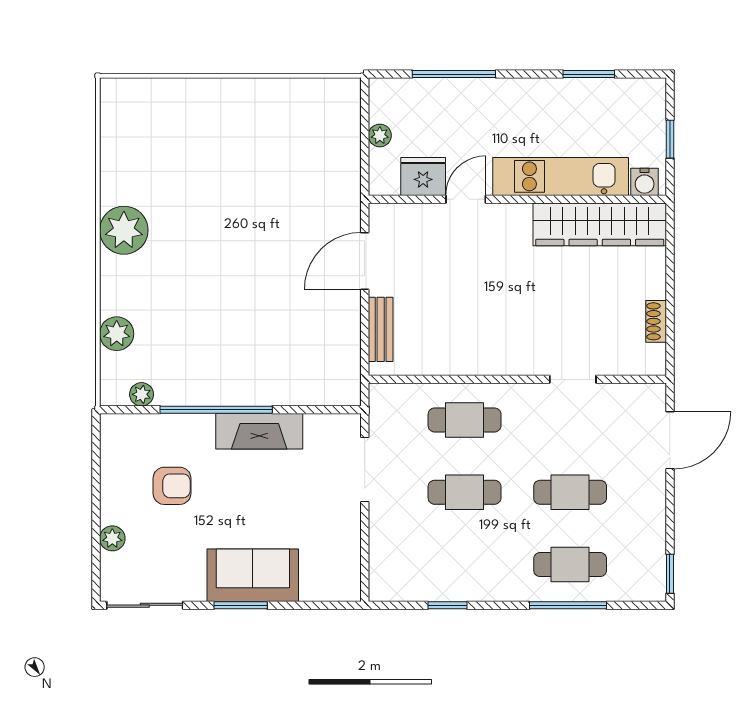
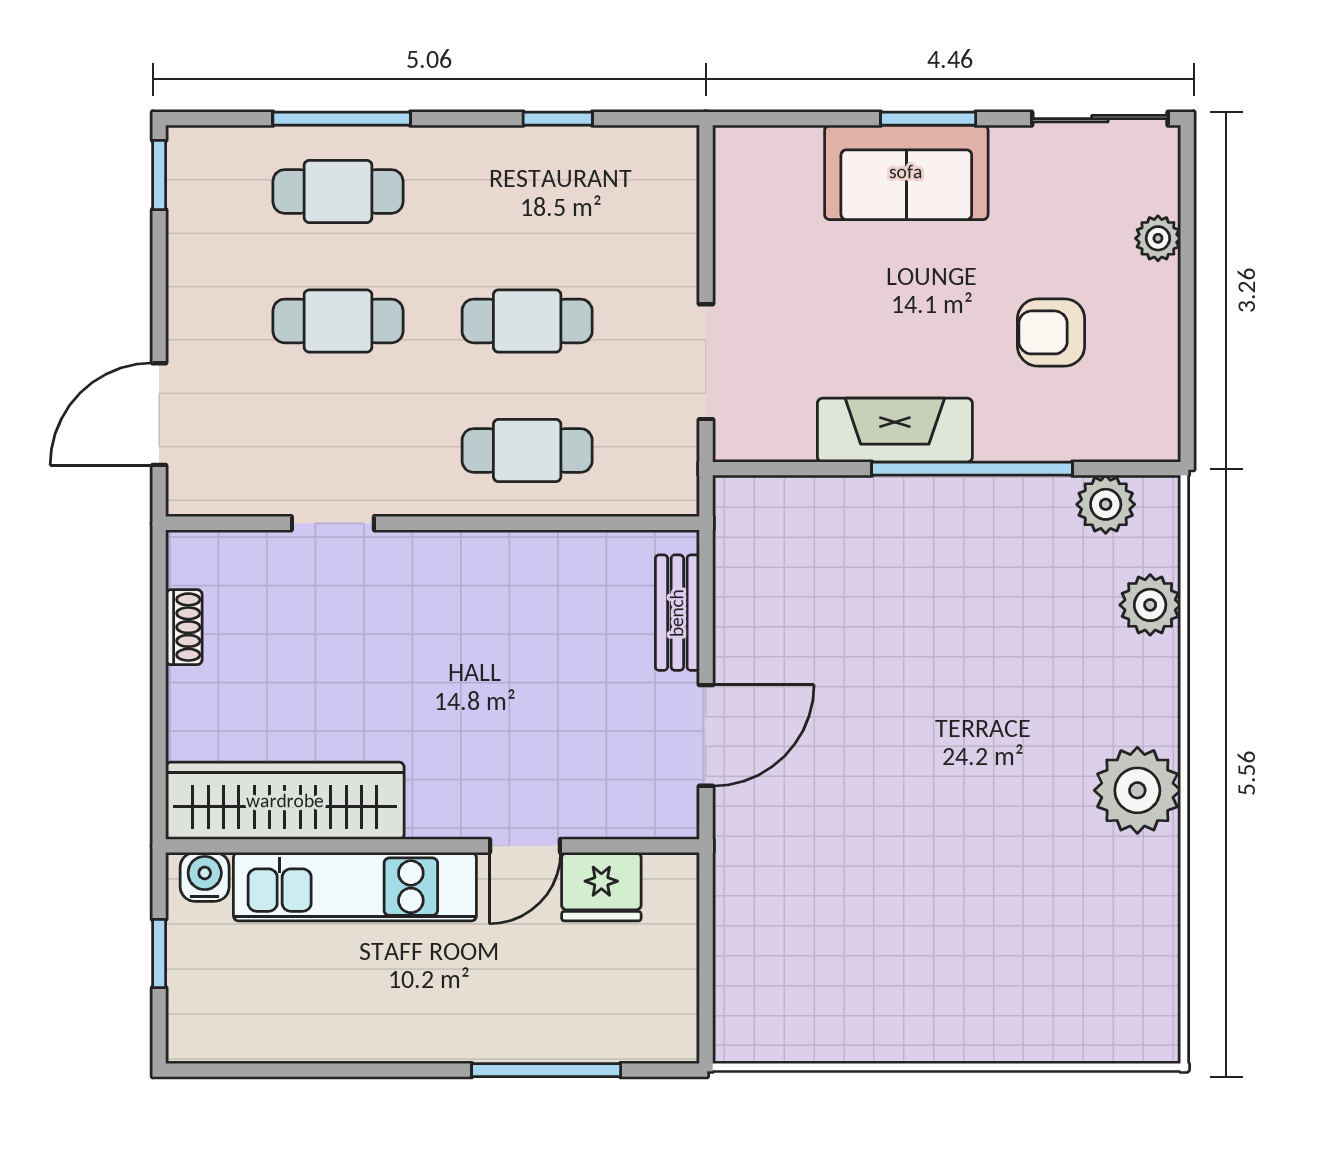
window: (589, 74) -> (305, 1070), removed
plant: (380, 135) -> (679, 960), removed
plant: (142, 394) -> (1106, 504), width x1.38, depth x1.38

